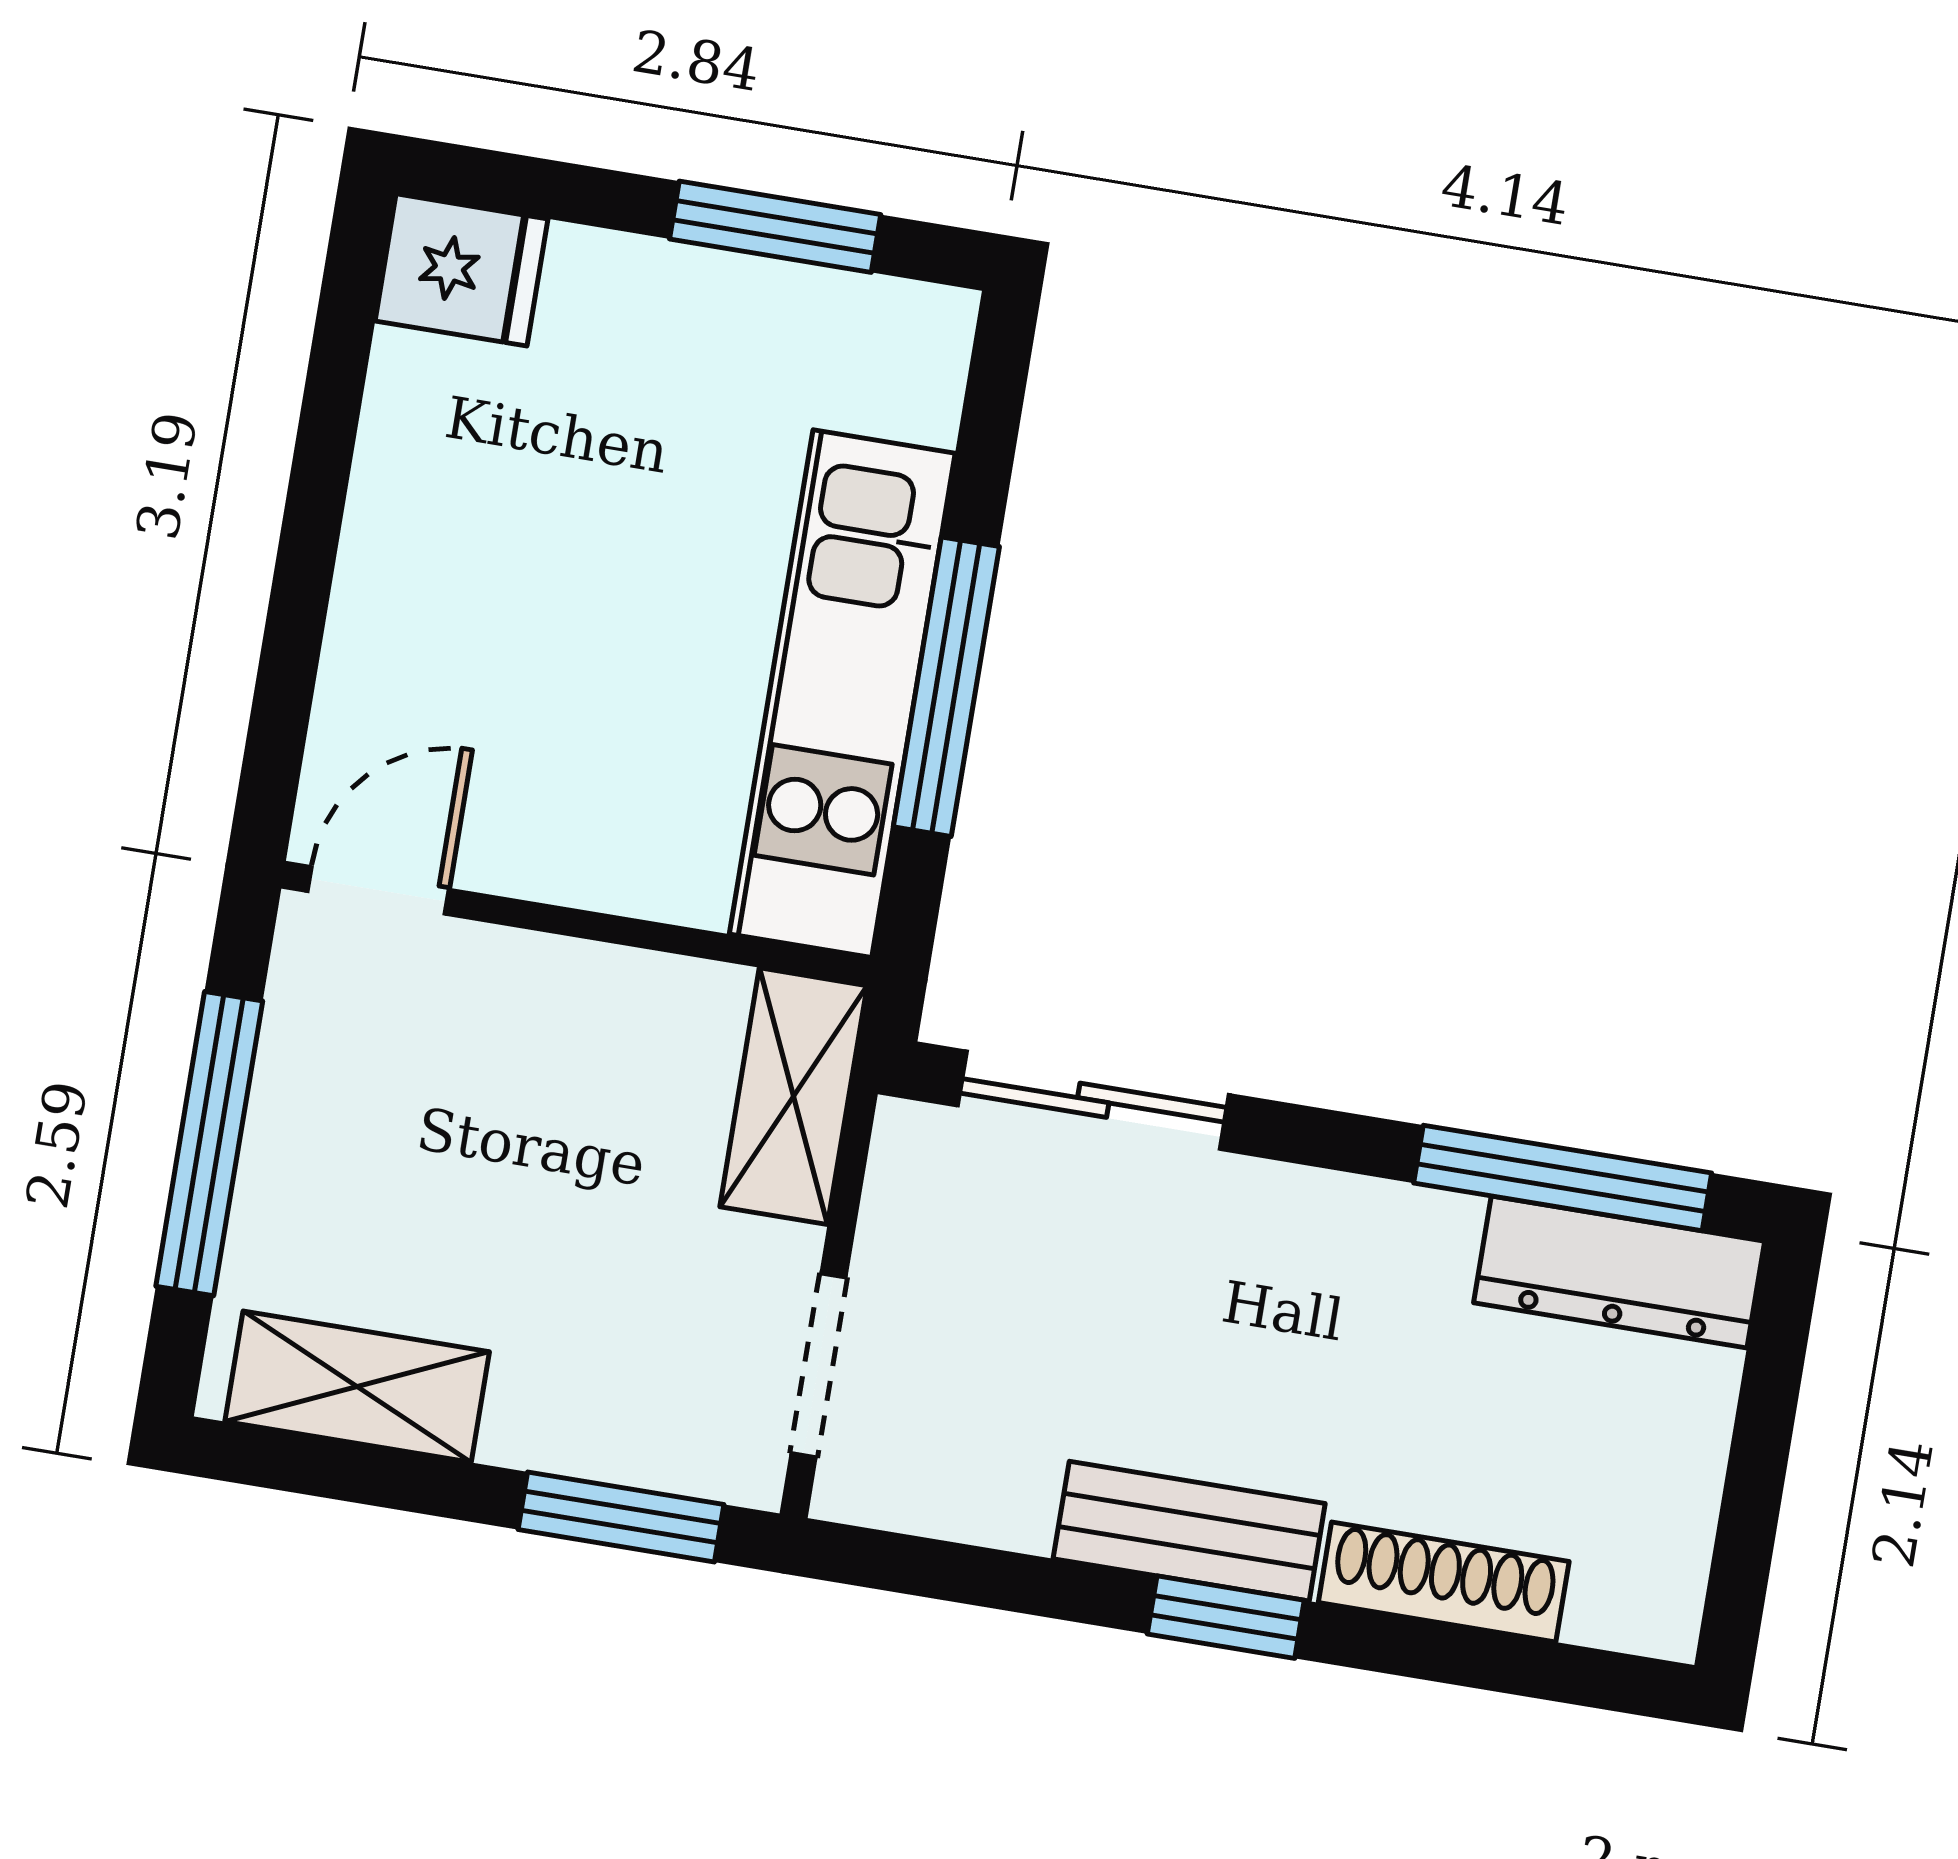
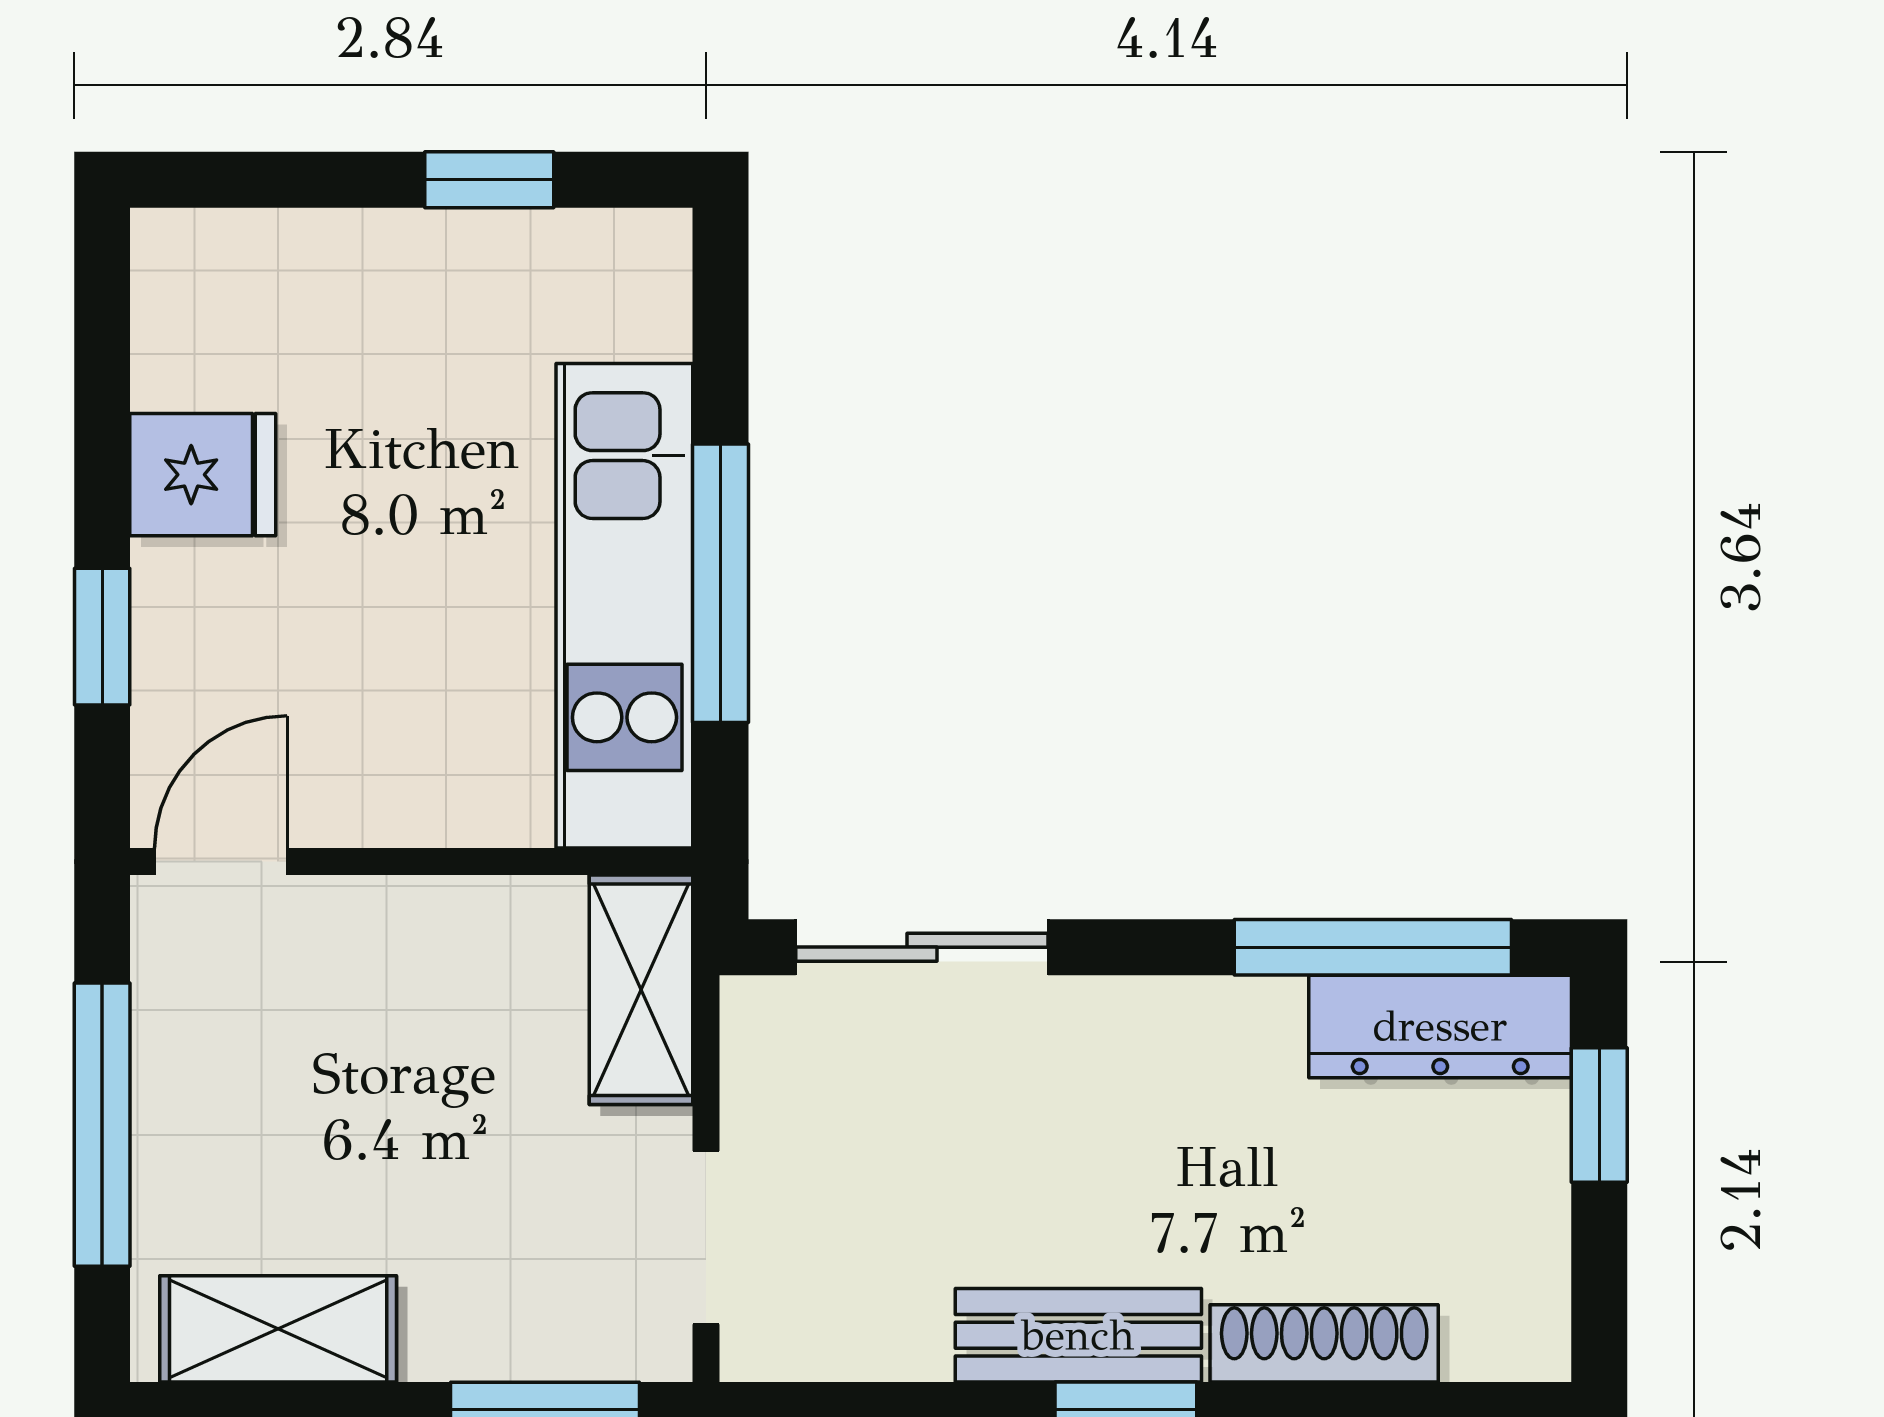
window: (775, 227) -> (489, 180), width x0.67
fridge: (462, 270) -> (203, 475), moved
window: (293, 636) -> (102, 637), added
window: (1769, 1392) -> (1599, 1115), added

